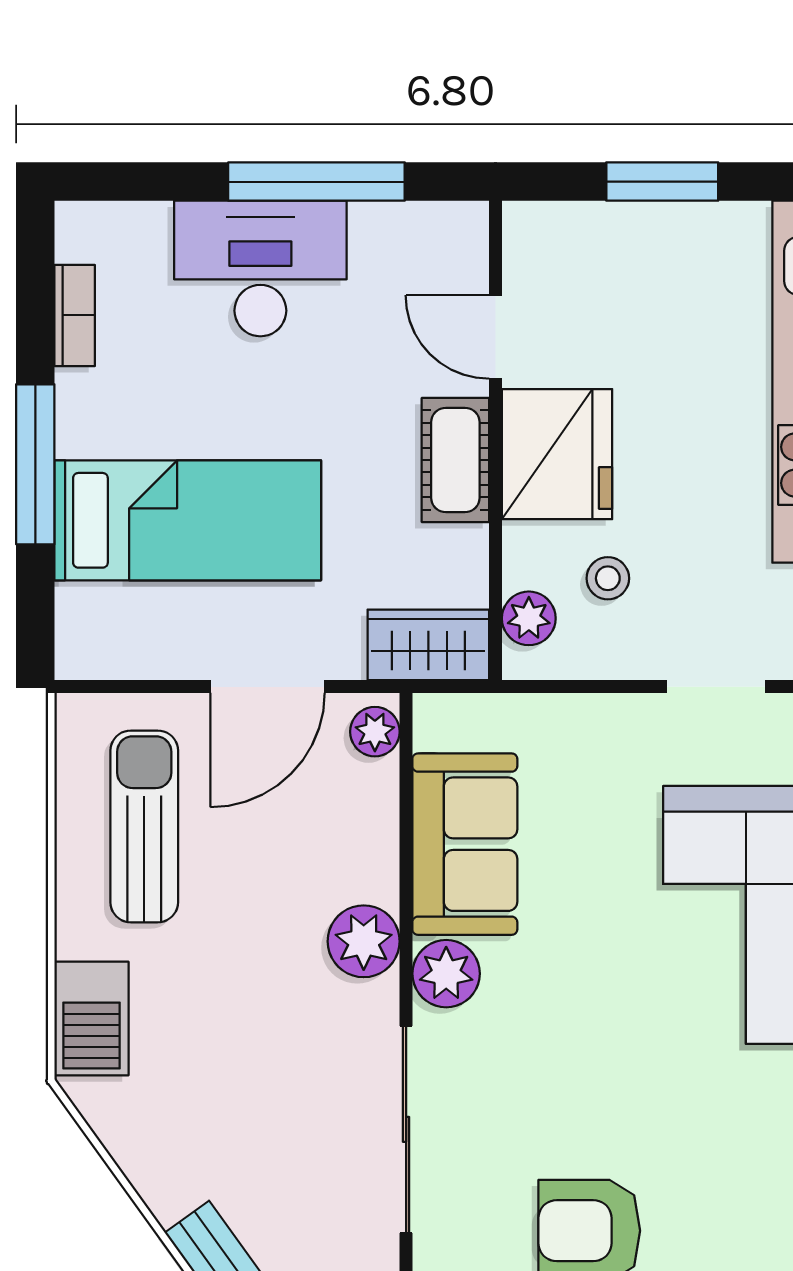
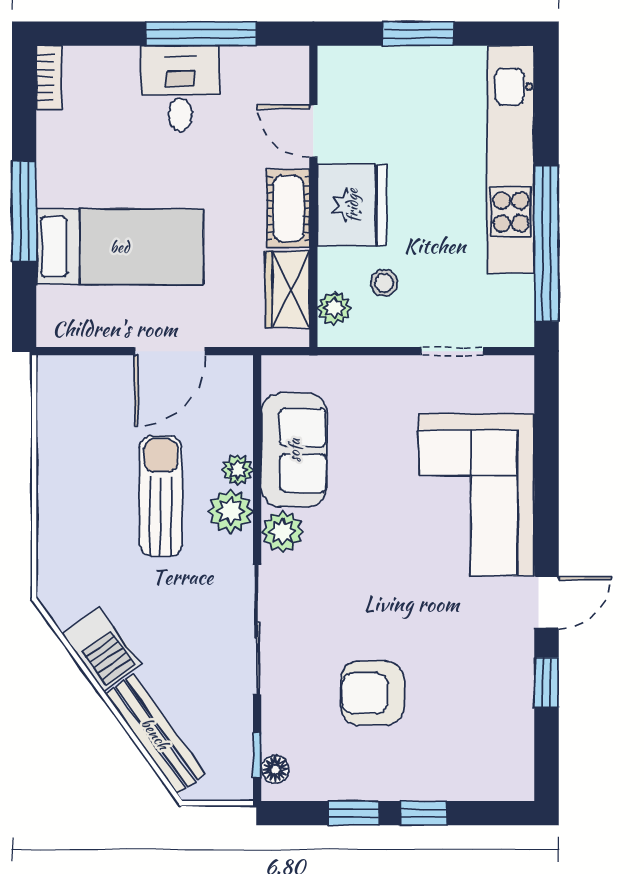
desk: (260, 269) -> (180, 88), width x0.73
bookcase: (75, 315) -> (49, 77), moved
wardrobe: (428, 645) -> (287, 289), moved, turned -90
plant: (375, 732) -> (238, 470), moved
sun lounger: (144, 826) -> (161, 496), moved
barbecue: (92, 1018) -> (102, 649), moved, turned -36

